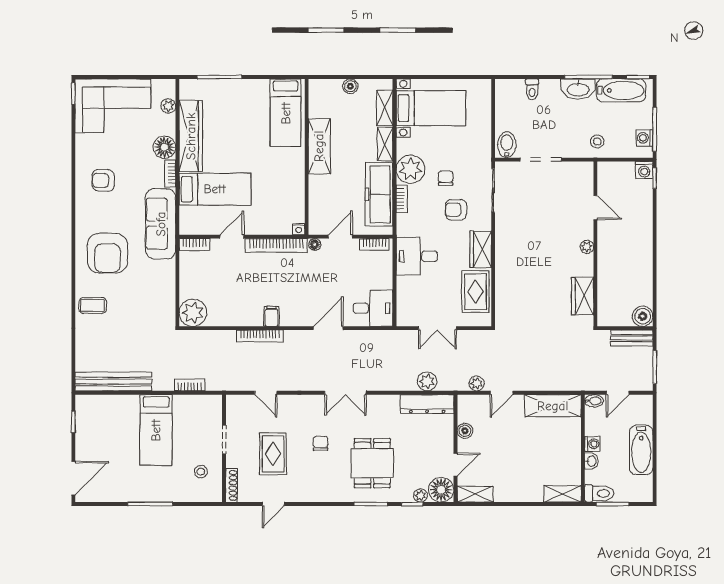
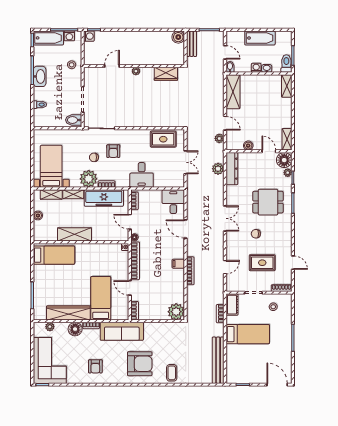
bathtub: (621, 90) -> (48, 38), moved, turned 90
wardrobe: (481, 249) -> (137, 136), removed
cot: (204, 404) -> (232, 305), added

